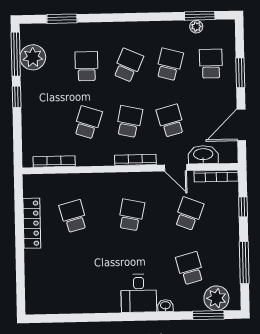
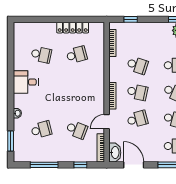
window: (17, 97) -> (131, 19), moved
washbasin: (203, 155) -> (115, 153), moved
school desk: (131, 215) -> (41, 55), moved
desk: (139, 293) -> (26, 82), moved
plant: (216, 298) -> (21, 146), removed

